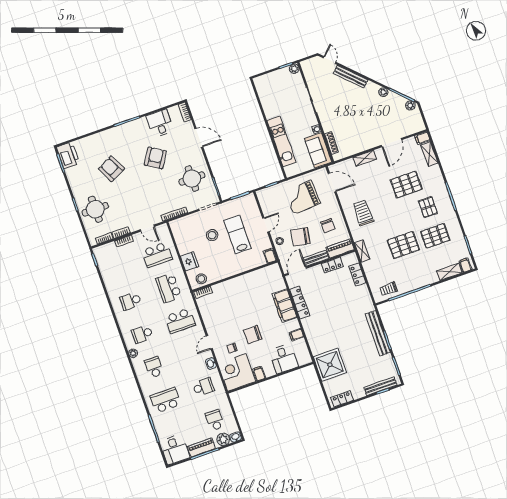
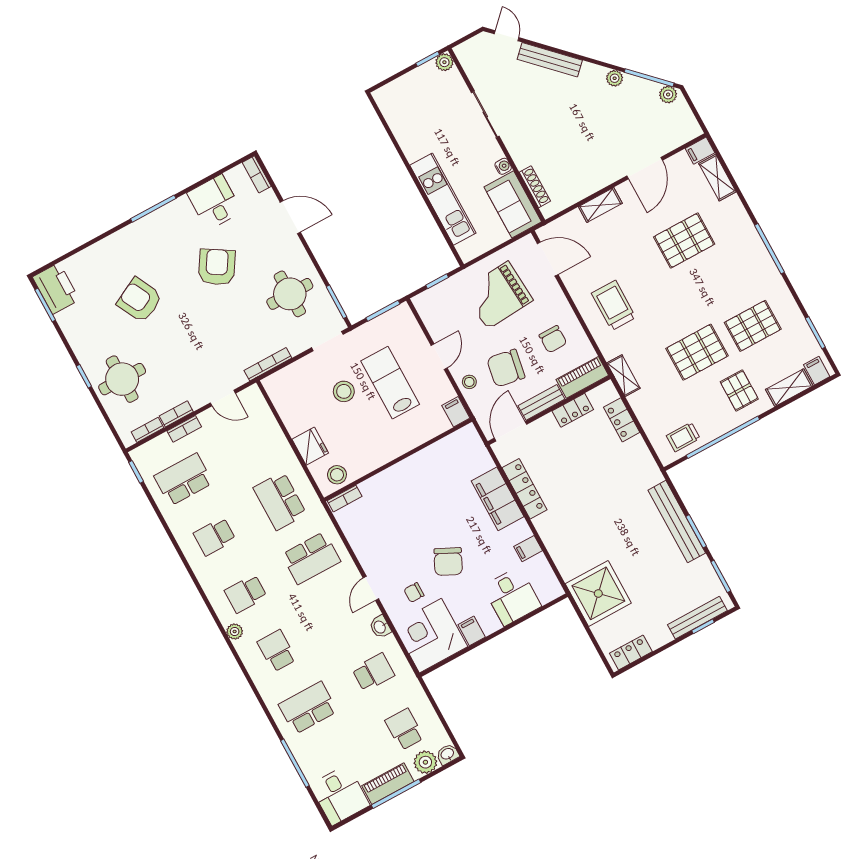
pallet: (428, 207) -> (739, 390), moved
school desk: (157, 255) -> (183, 479), moved, turned 180
chair: (253, 335) -> (448, 562), turned -64

